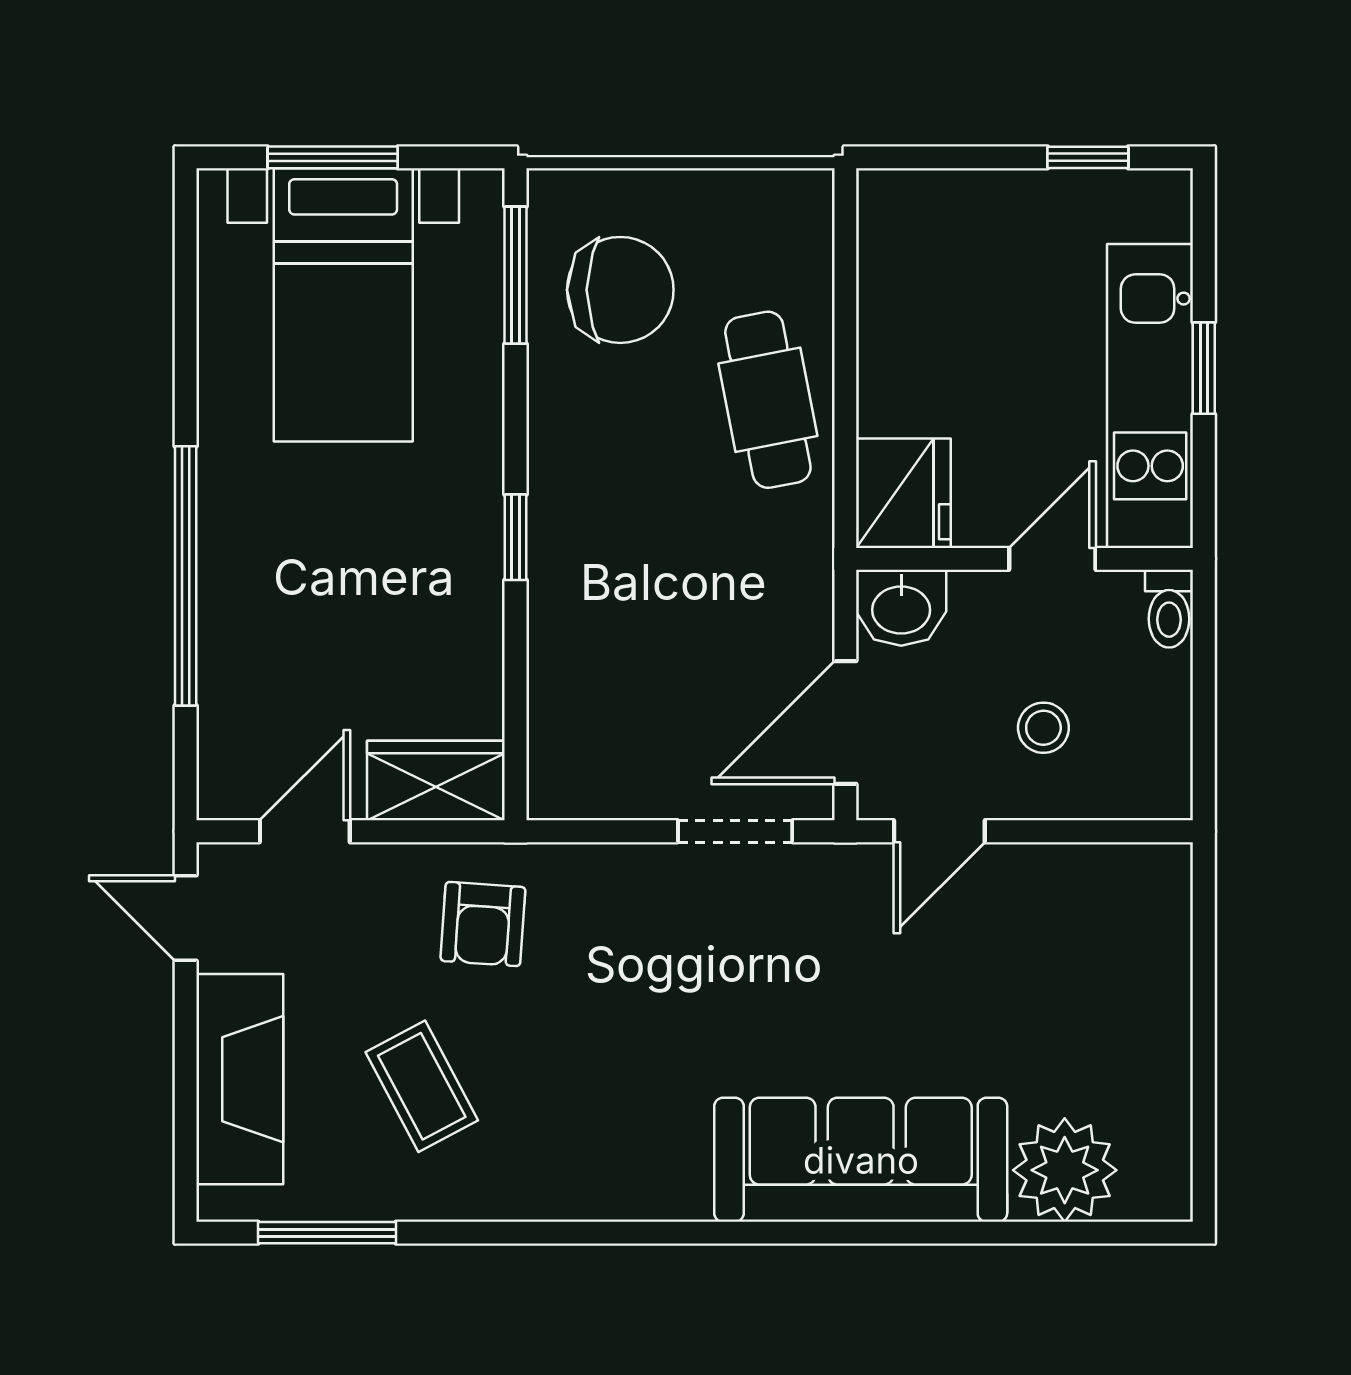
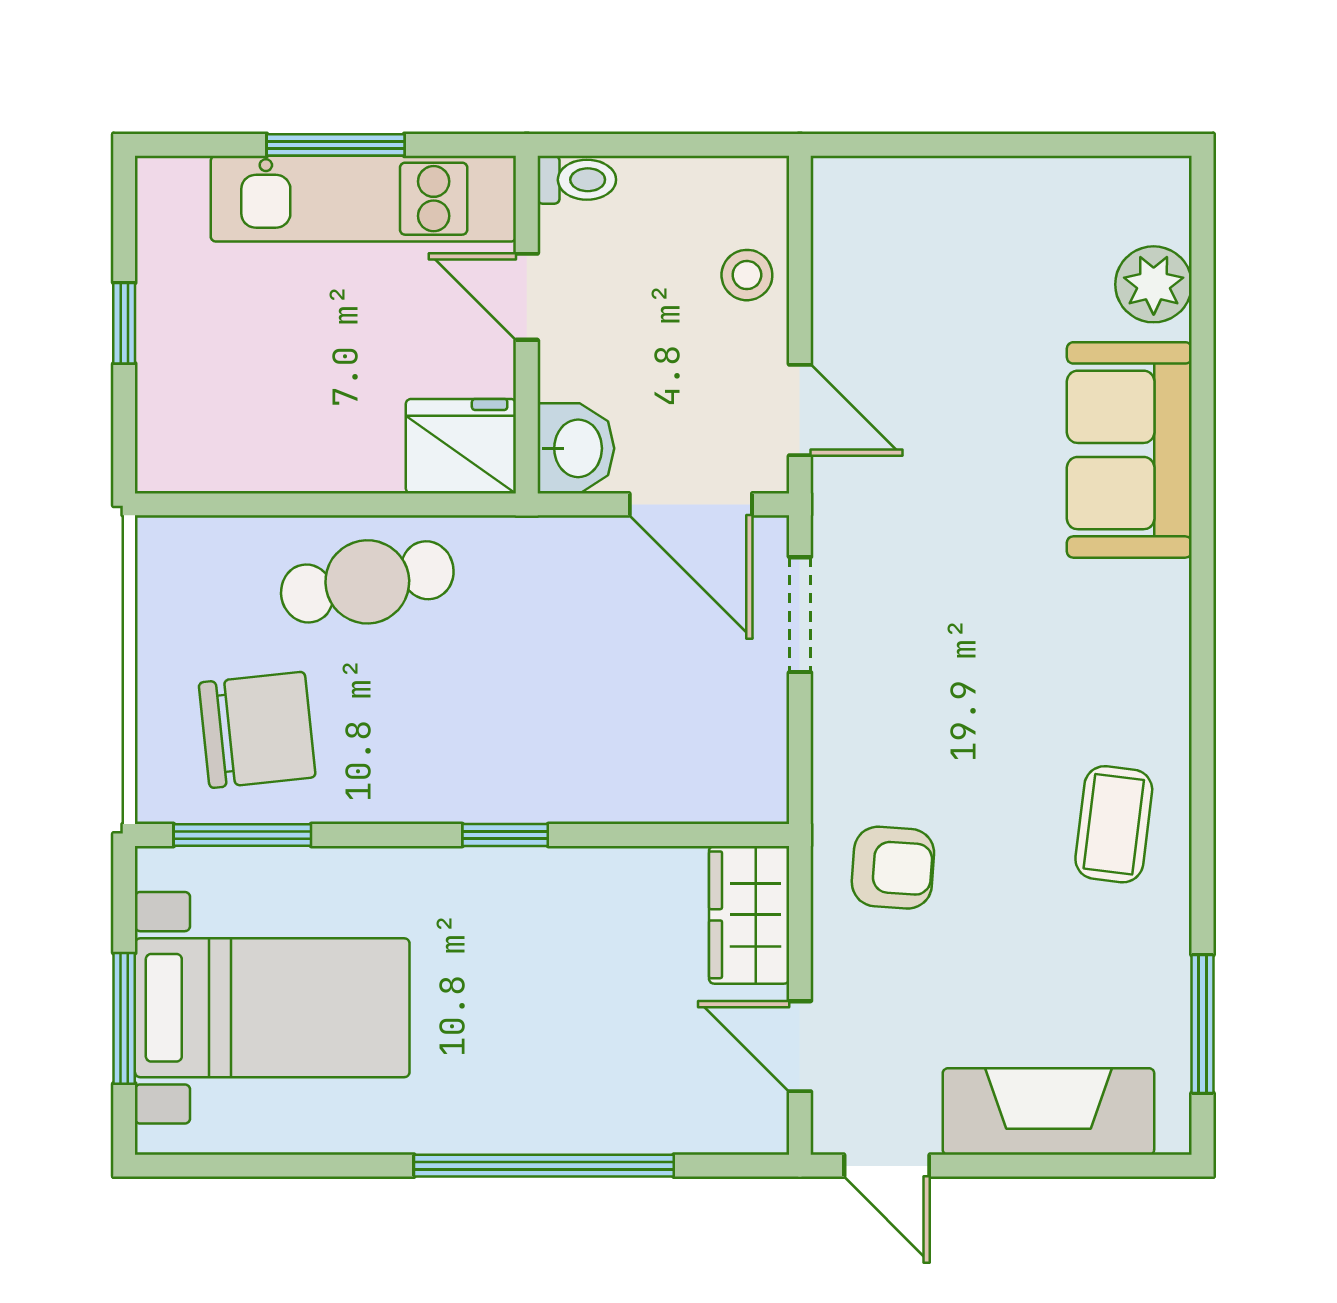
window: (1088, 157) -> (124, 323), moved
chair: (620, 290) -> (257, 730), turned 84
window: (1204, 368) -> (336, 145), width x1.50
stool: (1043, 728) -> (747, 275), moved
door: (186, 918) -> (887, 1166), hinge flipped
coffee table: (422, 1086) -> (1114, 824), moved, turned -55
sofa: (861, 1160) -> (1129, 450), width x0.73
plant: (1065, 1170) -> (1154, 284), width x0.73, depth x0.73

